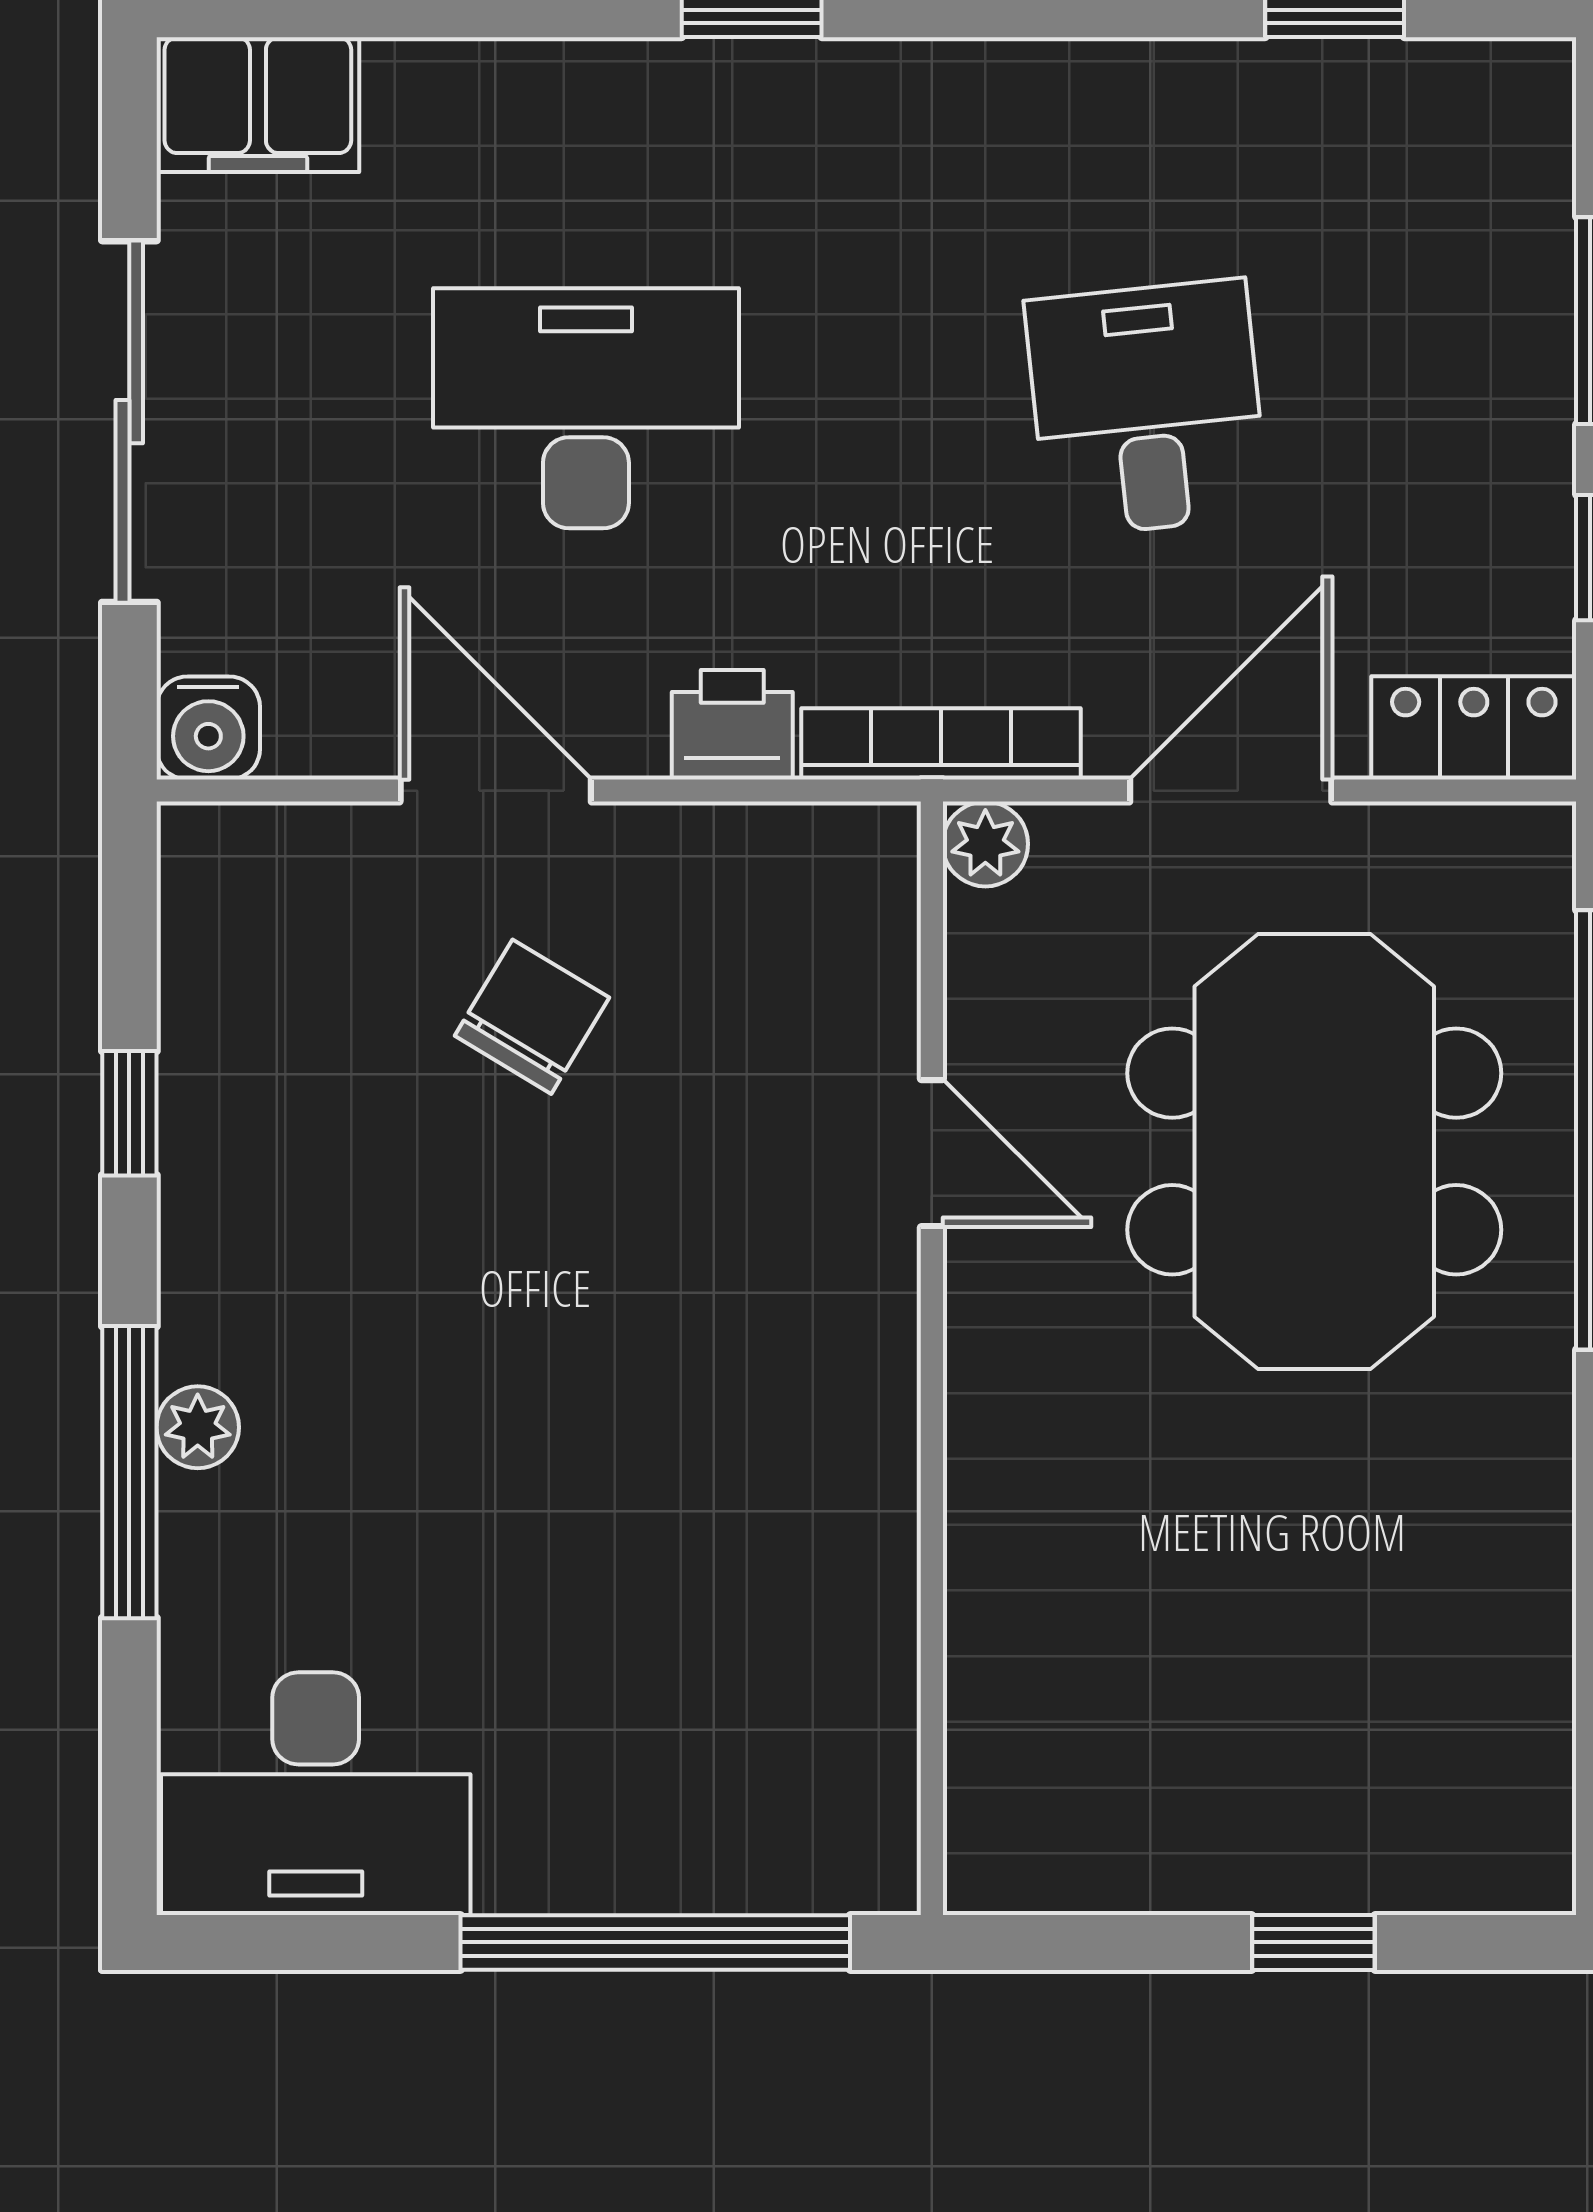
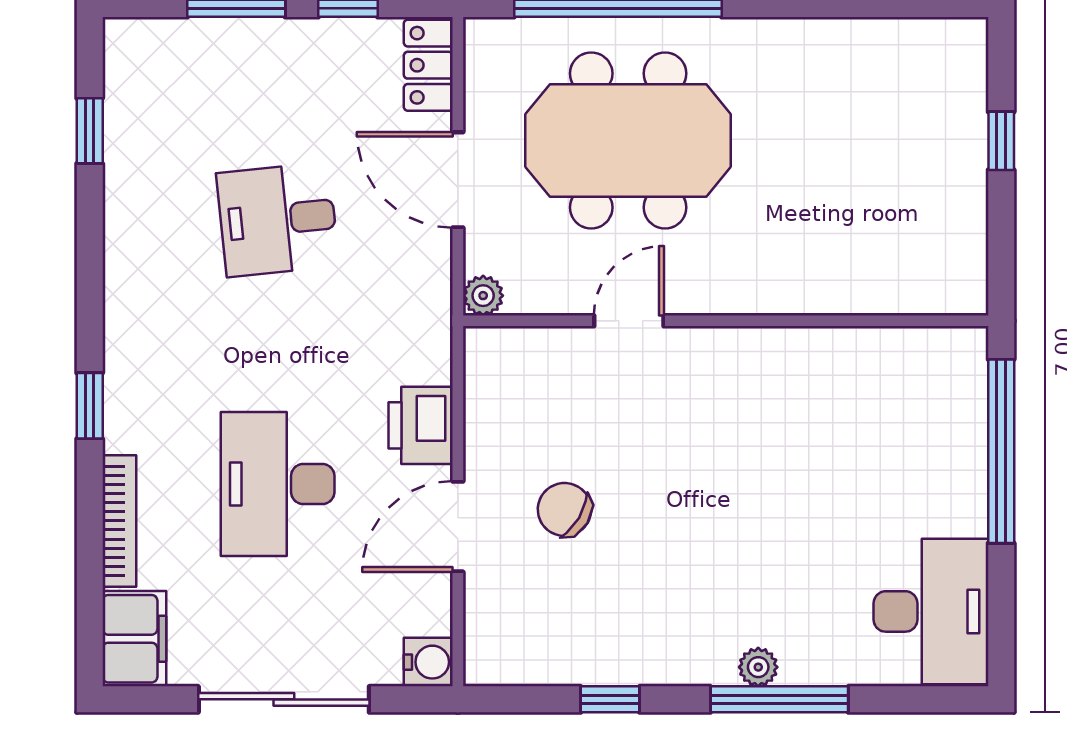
printer: (732, 725) -> (421, 425), width x1.36, depth x1.24
bookcase: (941, 744) -> (119, 521), moved, turned 180

